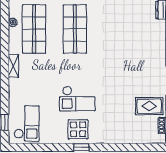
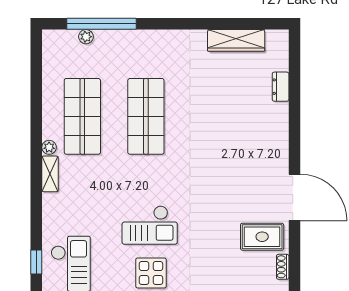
plant: (13, 22) -> (49, 147), moved

